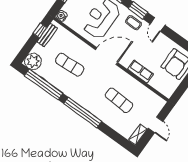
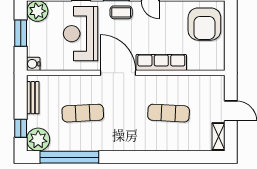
window: (40, 30) -> (21, 128), moved
door: (107, 56) -> (118, 73), hinge flipped
row of seats: (141, 72) -> (161, 62), width x1.48
window: (83, 112) -> (137, 157), removed

